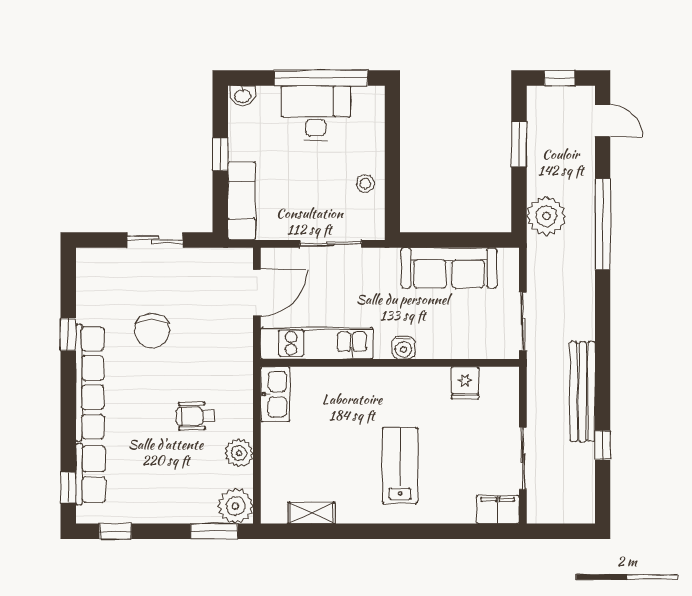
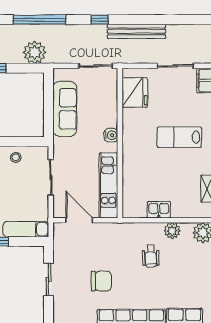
fridge: (465, 383) -> (135, 92), width x1.88, depth x1.34
kitchen sink: (275, 394) -> (159, 210), moved, width x0.73
window: (603, 445) -> (99, 20), moved

